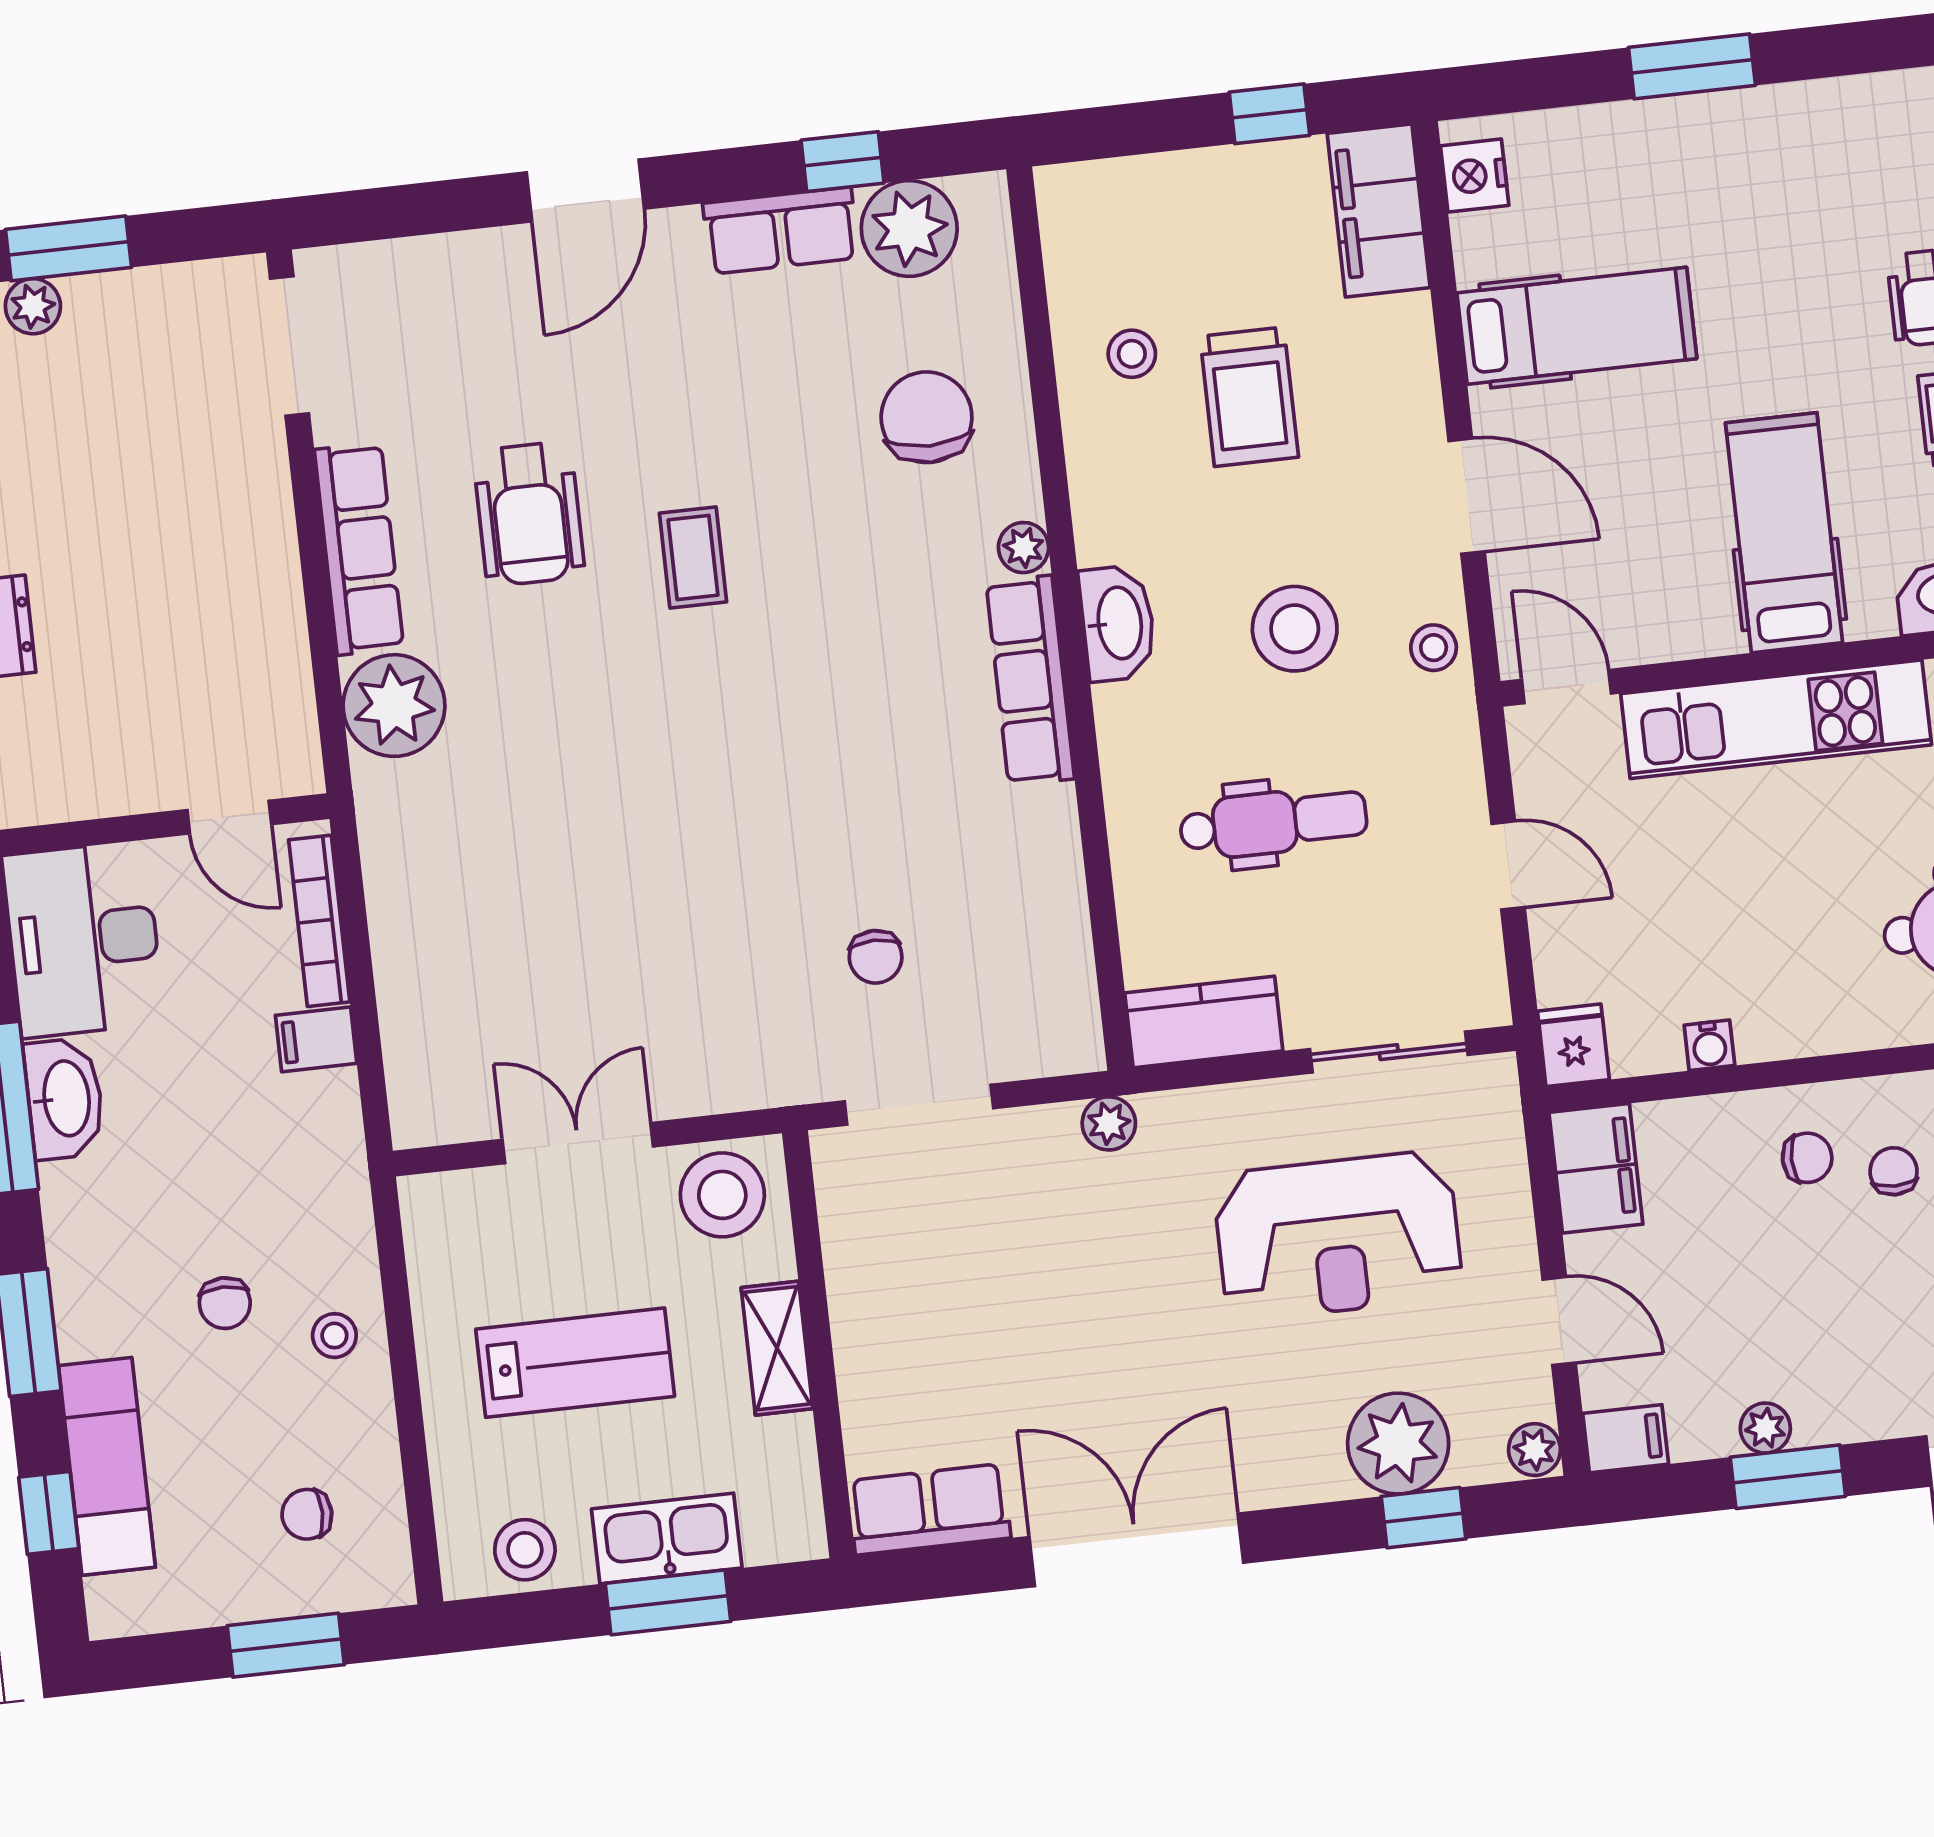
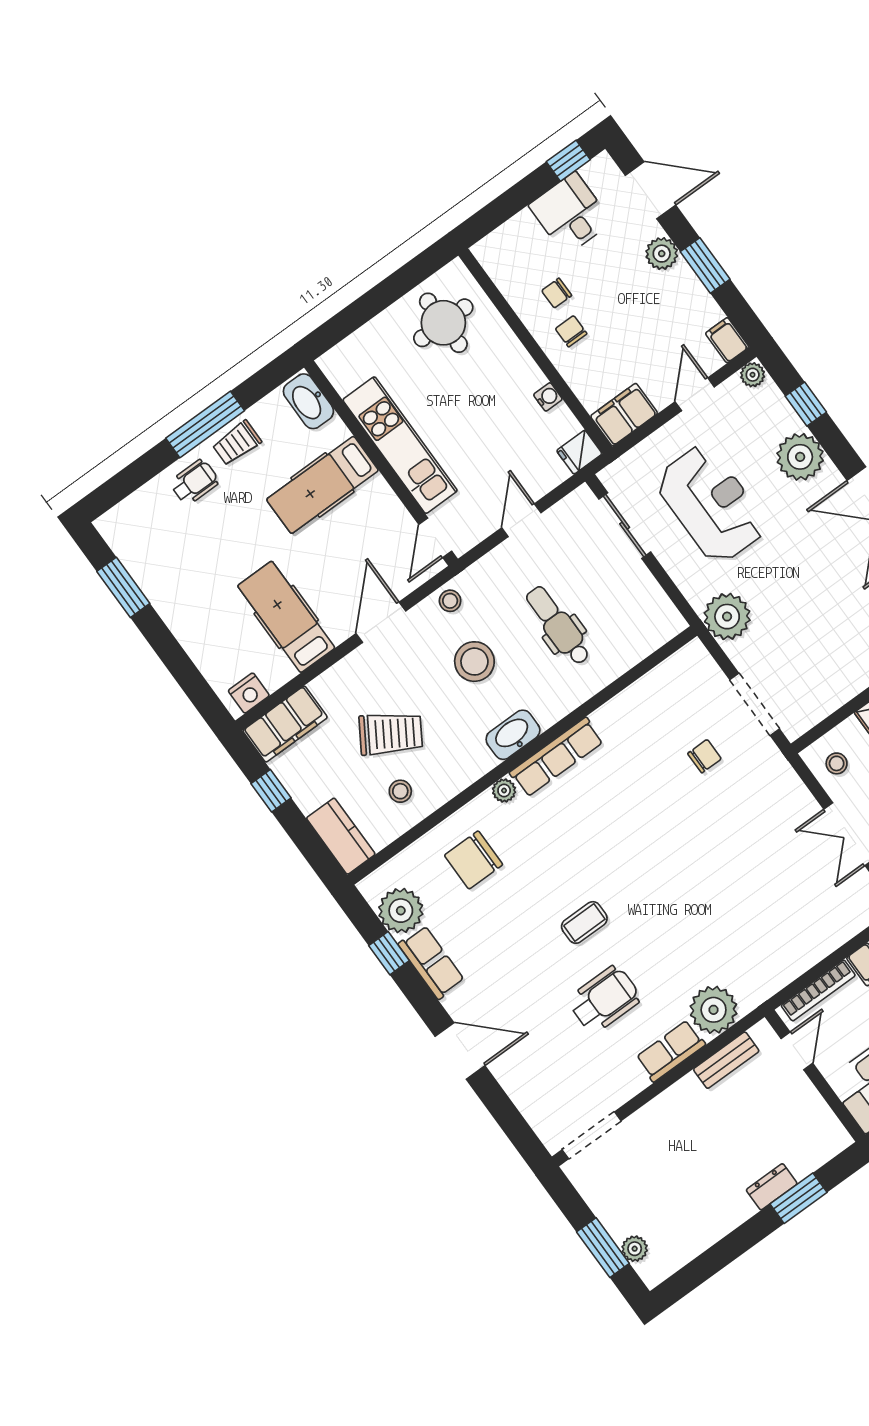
window: (1692, 66) -> (123, 587), moved
trolley: (1249, 397) -> (391, 734), turned 32
row of seats: (359, 549) -> (671, 1051), width x0.68
bench: (287, 676) -> (726, 1060), added
kitchen counter: (1204, 1022) -> (341, 836), moved, turned 180
plant: (1109, 1123) -> (727, 617), width x1.88, depth x1.88
stool: (722, 1195) -> (837, 763), width x0.53, depth x0.53
plant: (1765, 1428) -> (662, 254), moved, width x1.38, depth x1.38
plant: (1398, 1444) -> (800, 457), moved

